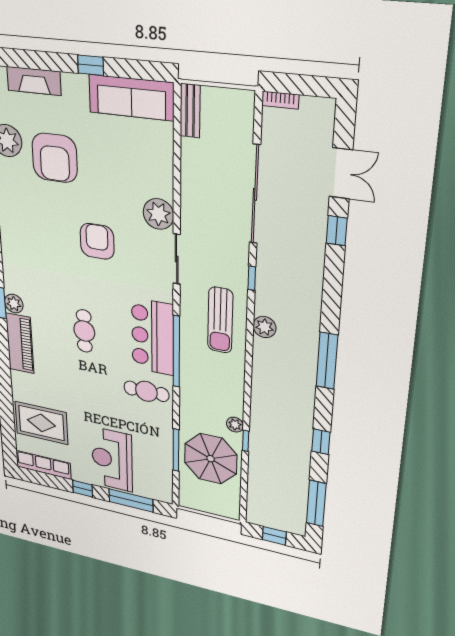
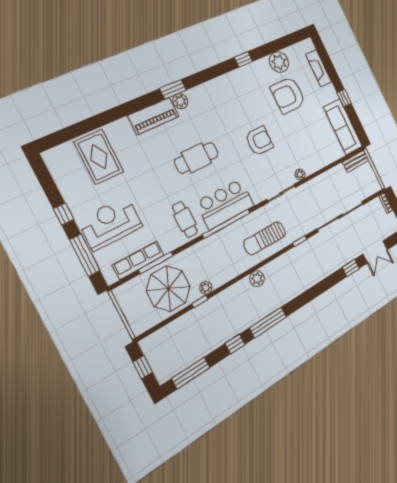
plant: (158, 214) -> (300, 174), width x0.53, depth x0.53
plant: (265, 327) -> (257, 279), moved
cafe table: (84, 331) -> (196, 158), width x1.37, depth x1.35
window: (327, 361) -> (268, 322), moved
row of seats: (43, 465) -> (138, 260), moved, turned -90

